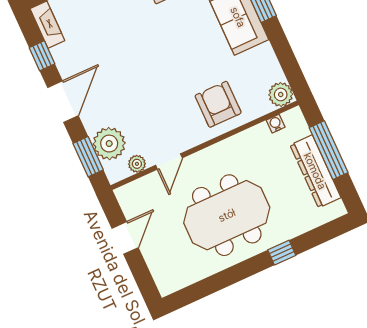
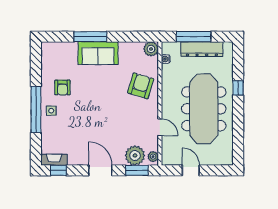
window: (42, 56) -> (58, 170), moved
armchair: (218, 104) -> (141, 86), turned 107
plant: (137, 164) -> (153, 157), moved
meeting table: (227, 215) -> (204, 109), width x1.36

